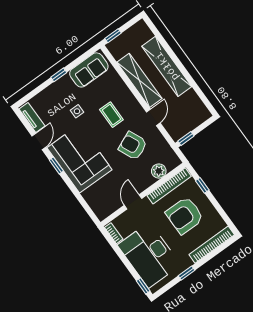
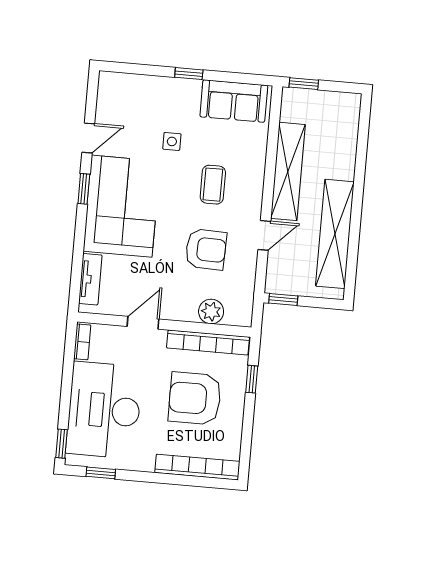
shelving: (167, 66) -> (335, 234), moved
tv unit: (32, 117) -> (90, 279), moved
armchair: (133, 146) -> (206, 249), turned 116
window: (187, 273) -> (101, 473), moved

